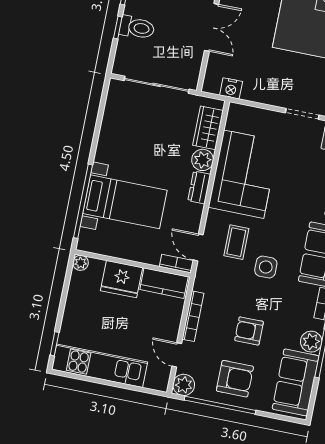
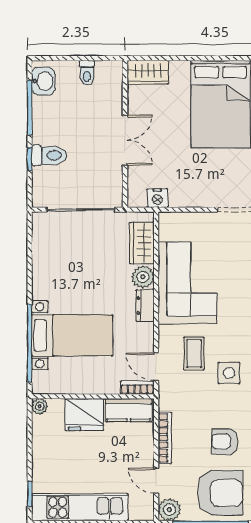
armchair: (235, 379) -> (220, 493), width x1.36, depth x1.36

